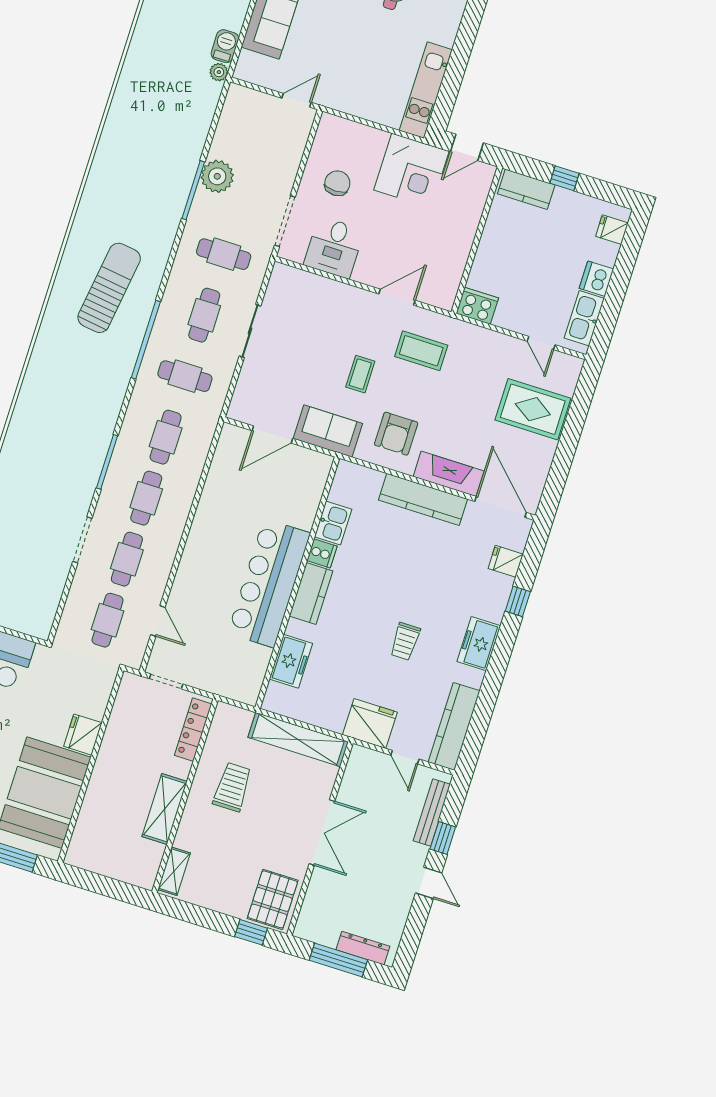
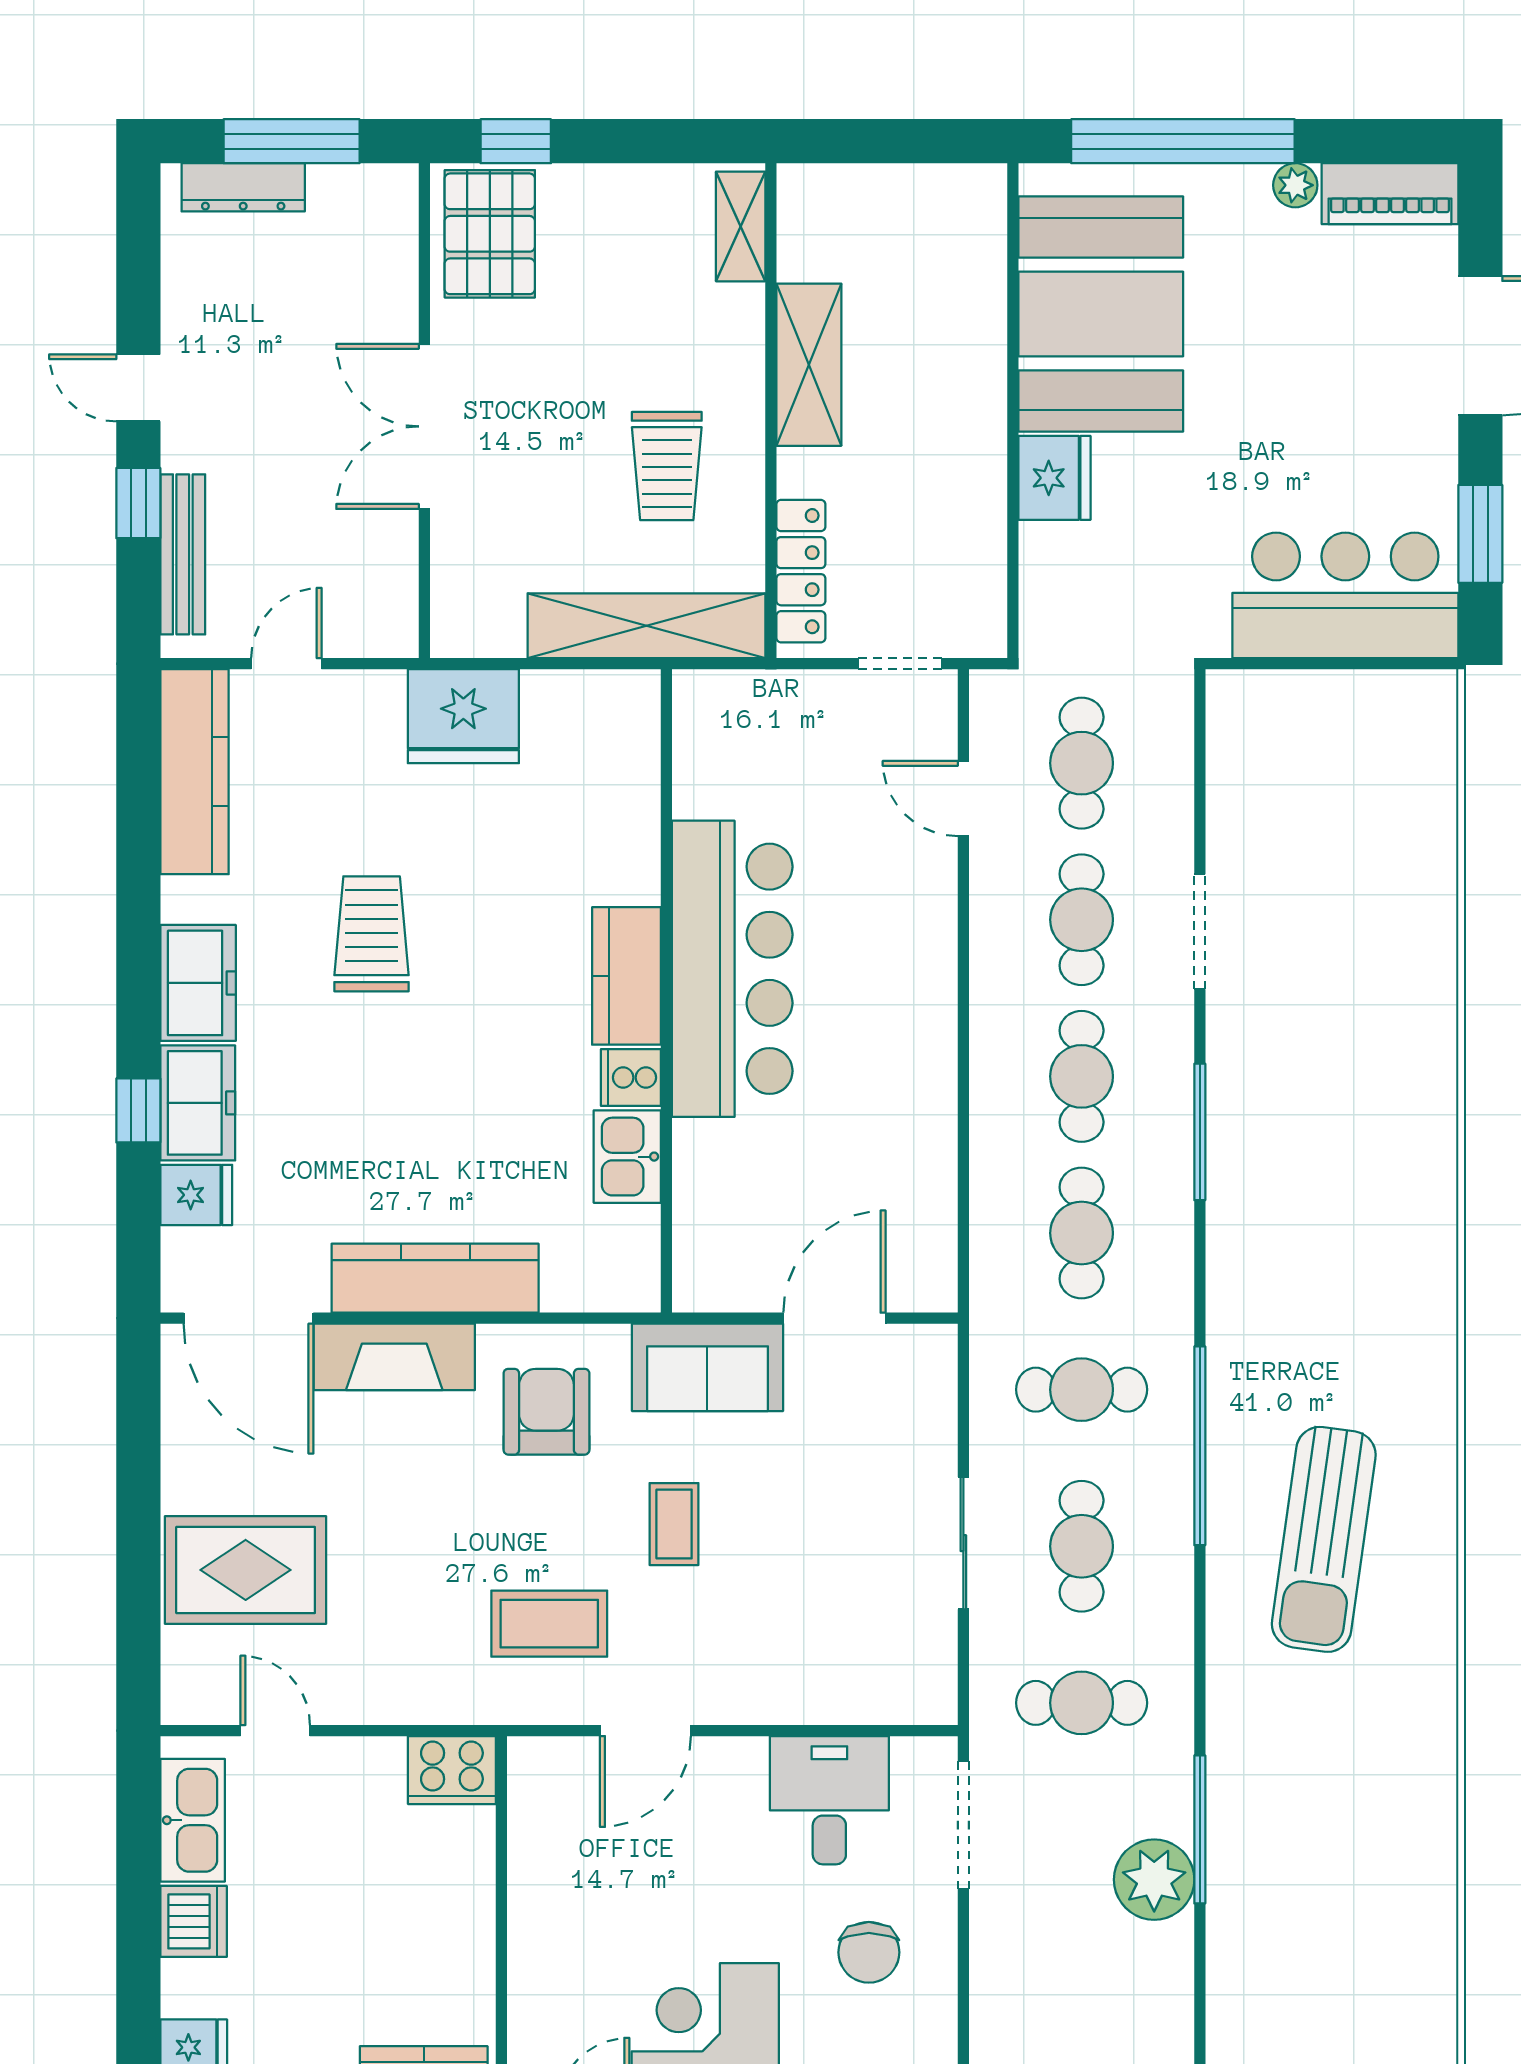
trolley: (405, 641) -> (372, 934), width x1.36, depth x1.39
freezer: (291, 661) -> (198, 1103), moved, turned 180
fridge: (370, 723) -> (463, 716), moved
shelving: (298, 739) -> (646, 626), moved
door: (405, 757) -> (286, 664), hinge flipped

